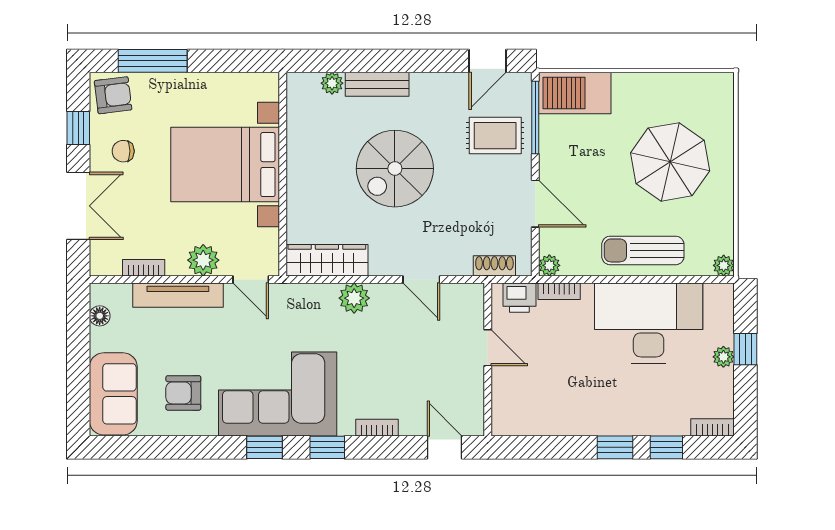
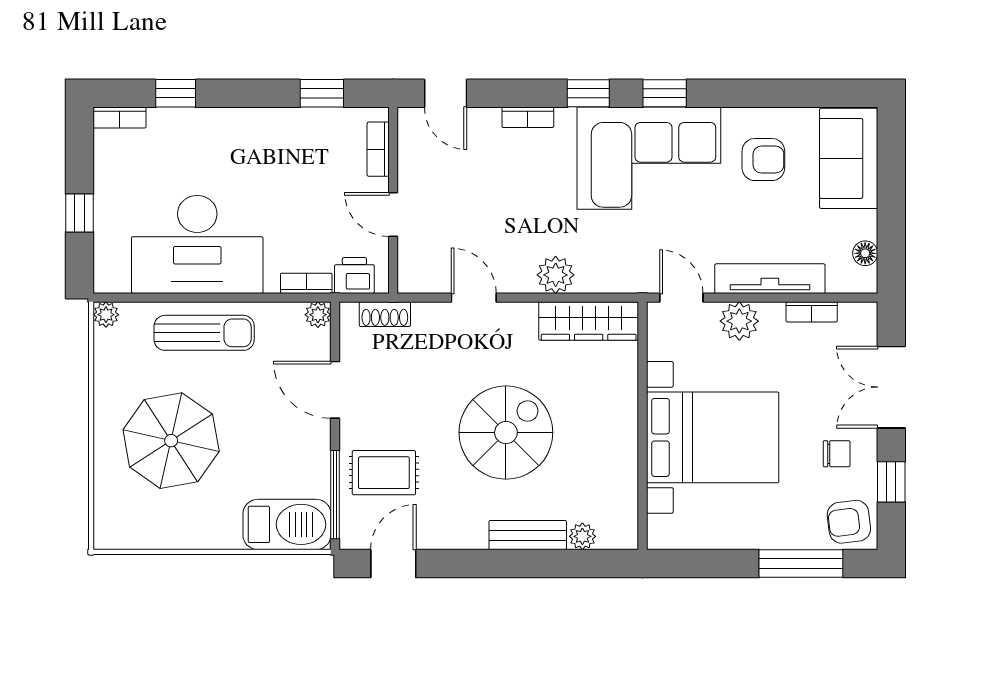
plant: (723, 357) -> (106, 203), removed
bookcase: (500, 401) -> (378, 149), added
window: (615, 447) -> (322, 93), moved

